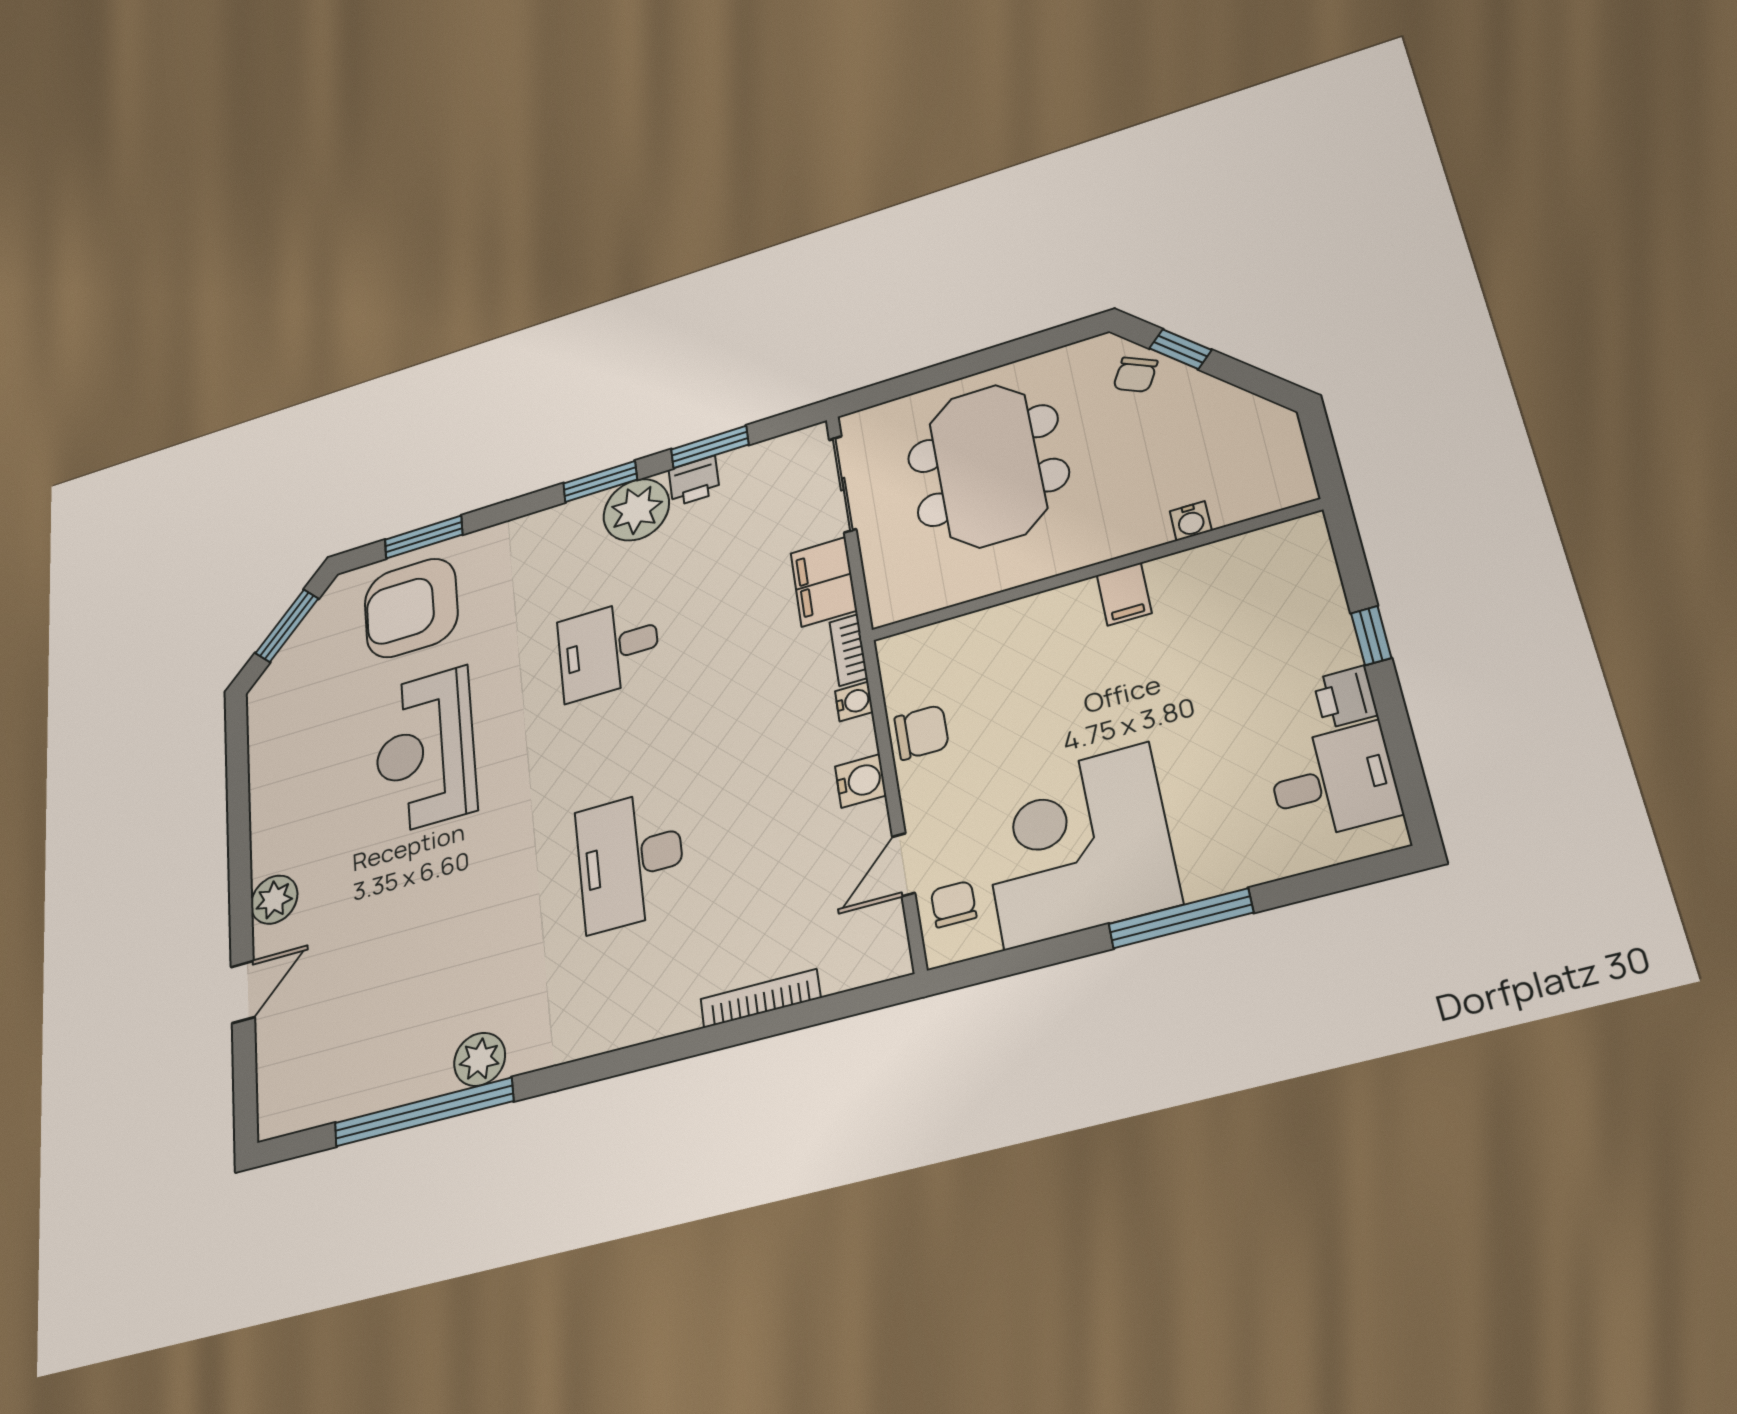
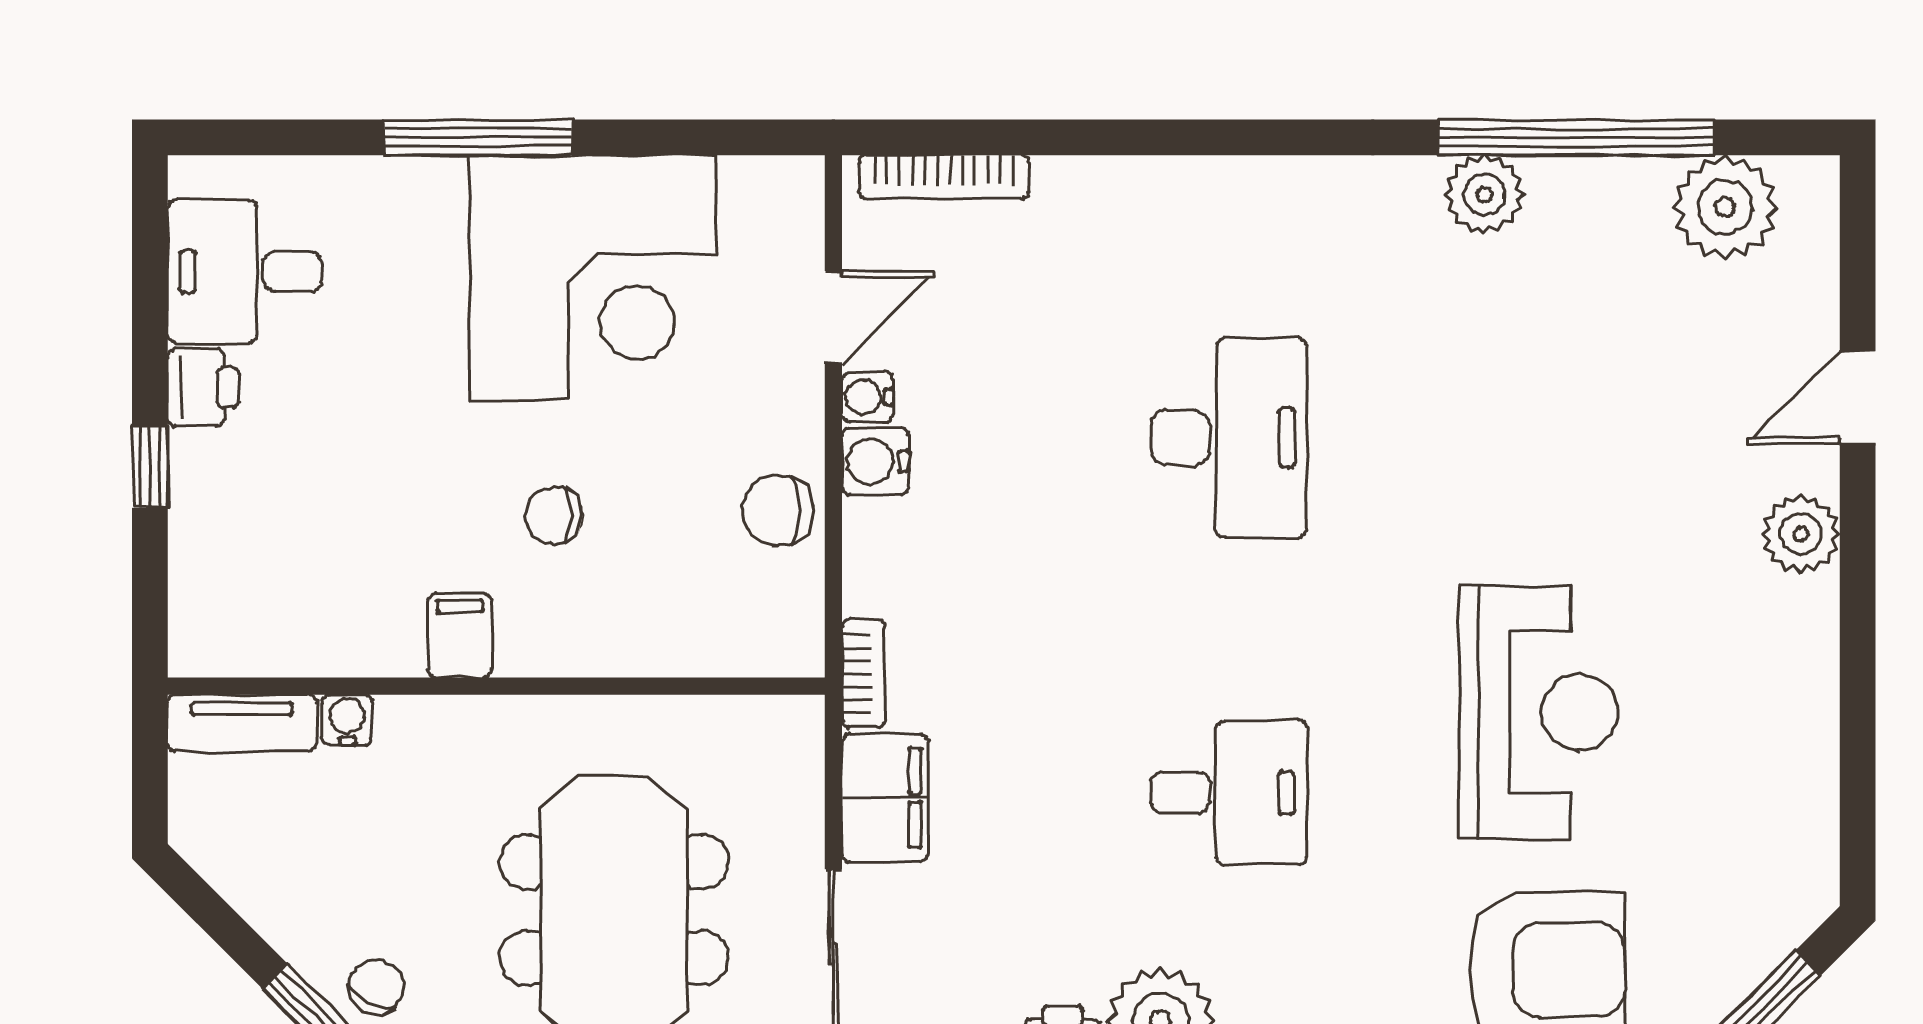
tv unit: (1264, 497) -> (242, 723), added
water cooler: (854, 701) -> (867, 397), moved
chair: (954, 904) -> (554, 516), moved, turned 90
bookcase: (760, 998) -> (944, 177), moved
plant: (327, 1091) -> (1725, 207), added

